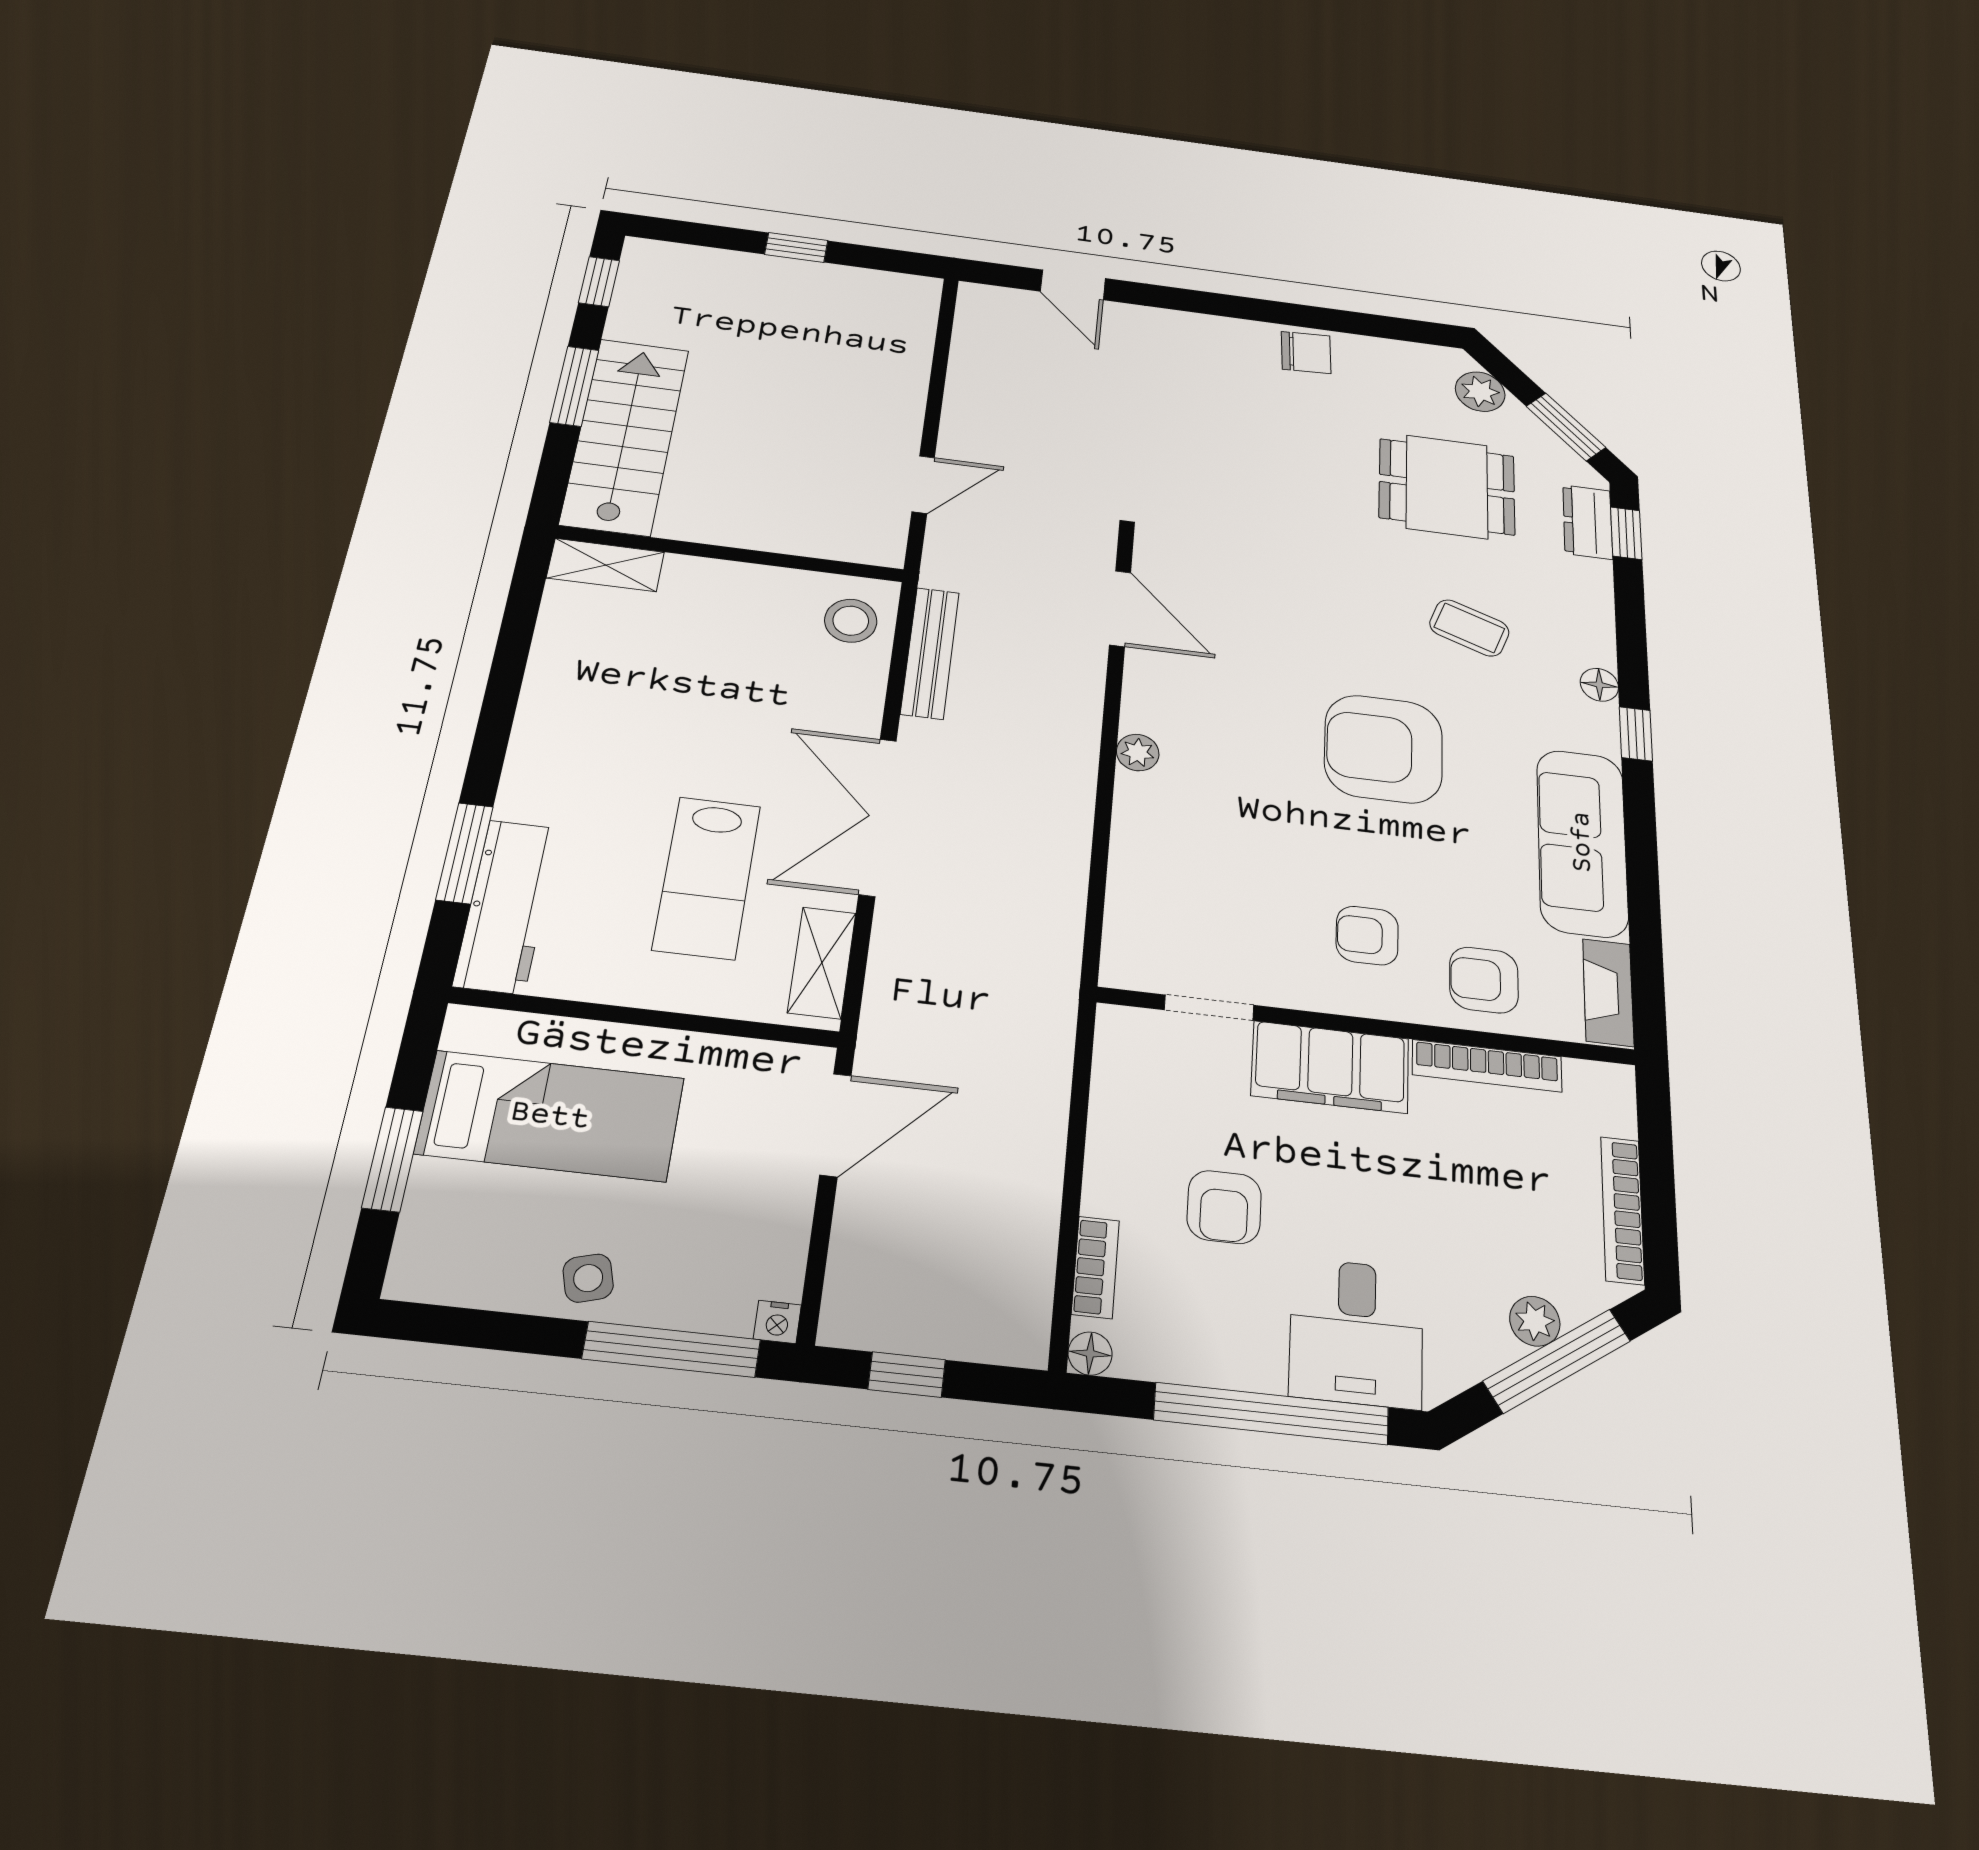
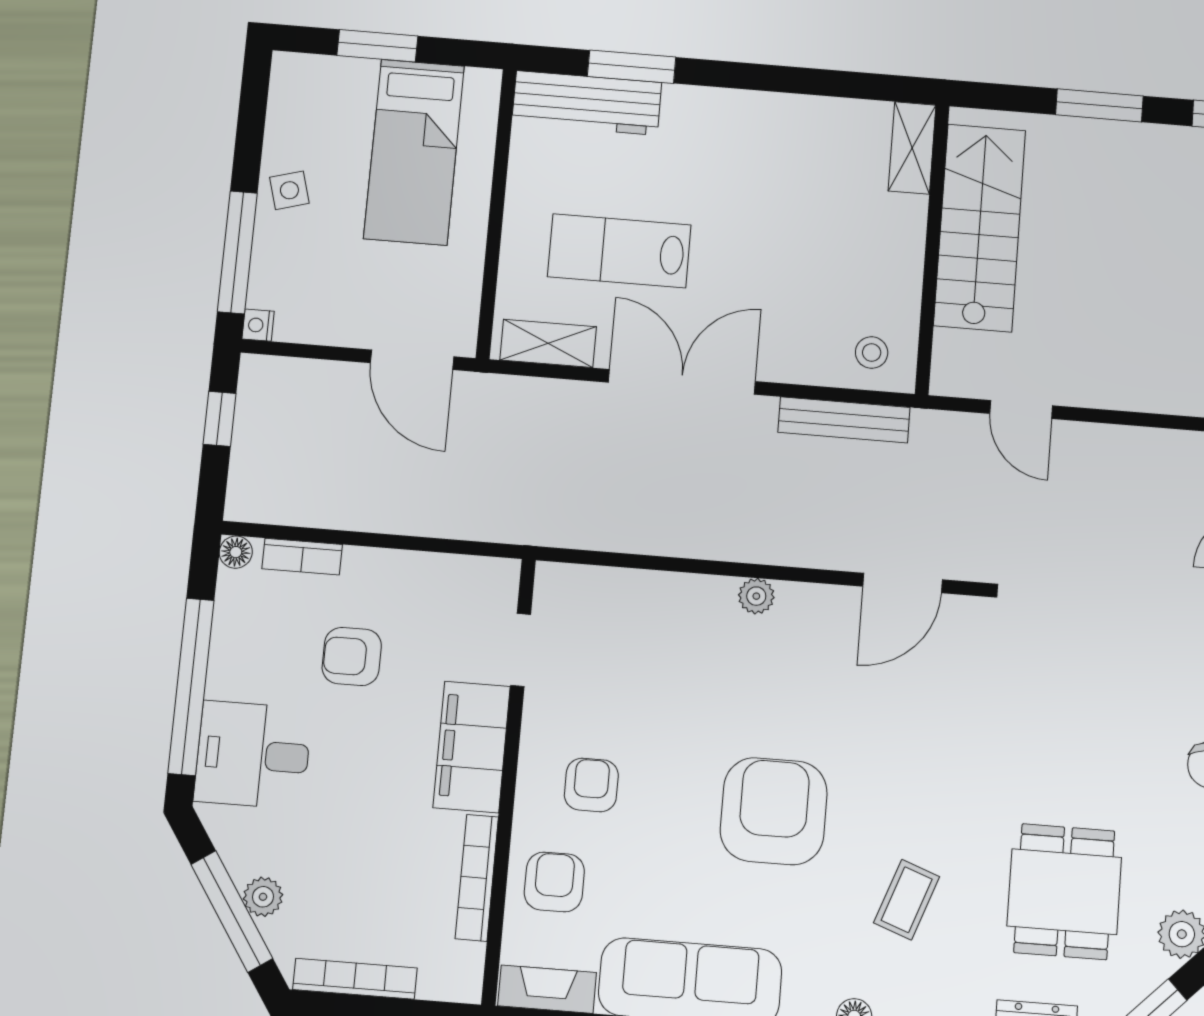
stairs: (625, 436) -> (980, 228), moved, turned -90
stool: (851, 621) -> (872, 353), width x0.73, depth x0.73

